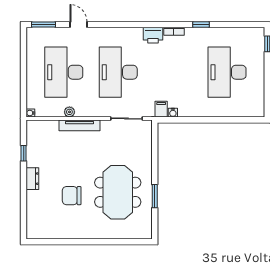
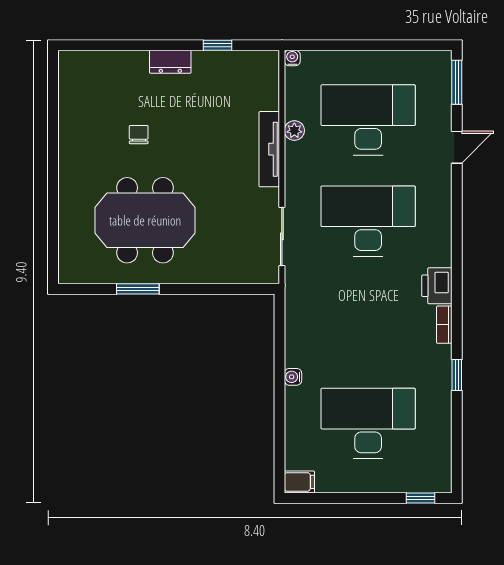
filing cabinet: (161, 109) -> (299, 482), moved
water cooler: (173, 113) -> (293, 377), moved
chair: (72, 196) -> (139, 135), width x0.54, depth x0.54

